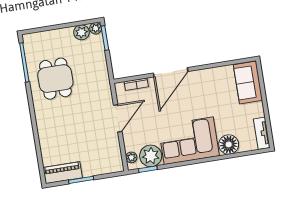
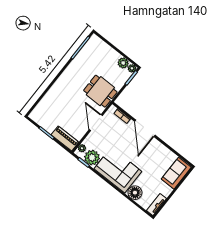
door: (171, 72) -> (145, 128), hinge flipped
dining table: (55, 79) -> (100, 91), moved, turned 90
door: (118, 118) -> (96, 123), swing flipped
piano: (63, 173) -> (65, 138), moved

